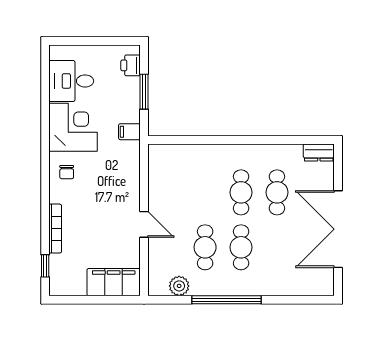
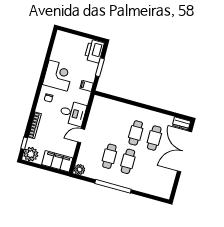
printer: (131, 65) -> (94, 51), width x1.87, depth x1.48
desk: (71, 81) -> (73, 113), moved, turned 180
door: (144, 224) -> (81, 136), swing flipped
double door: (338, 229) -> (184, 151), moved
plant: (62, 282) -> (31, 154), added
plant: (179, 286) -> (80, 169), moved

